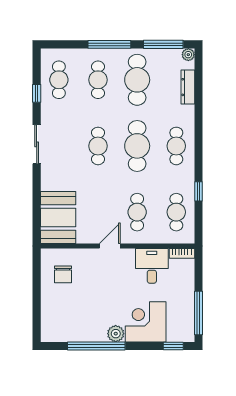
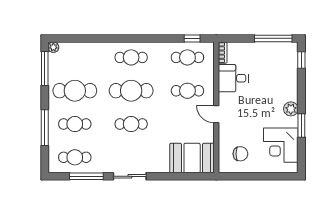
window: (109, 44) -> (45, 128), moved
dresser: (188, 87) -> (81, 48), removed
window: (37, 93) -> (86, 176), width x2.17
window: (199, 191) -> (192, 38), moved
corner desk: (146, 322) -> (281, 145), moved
window: (96, 346) -> (301, 125), width x0.47

